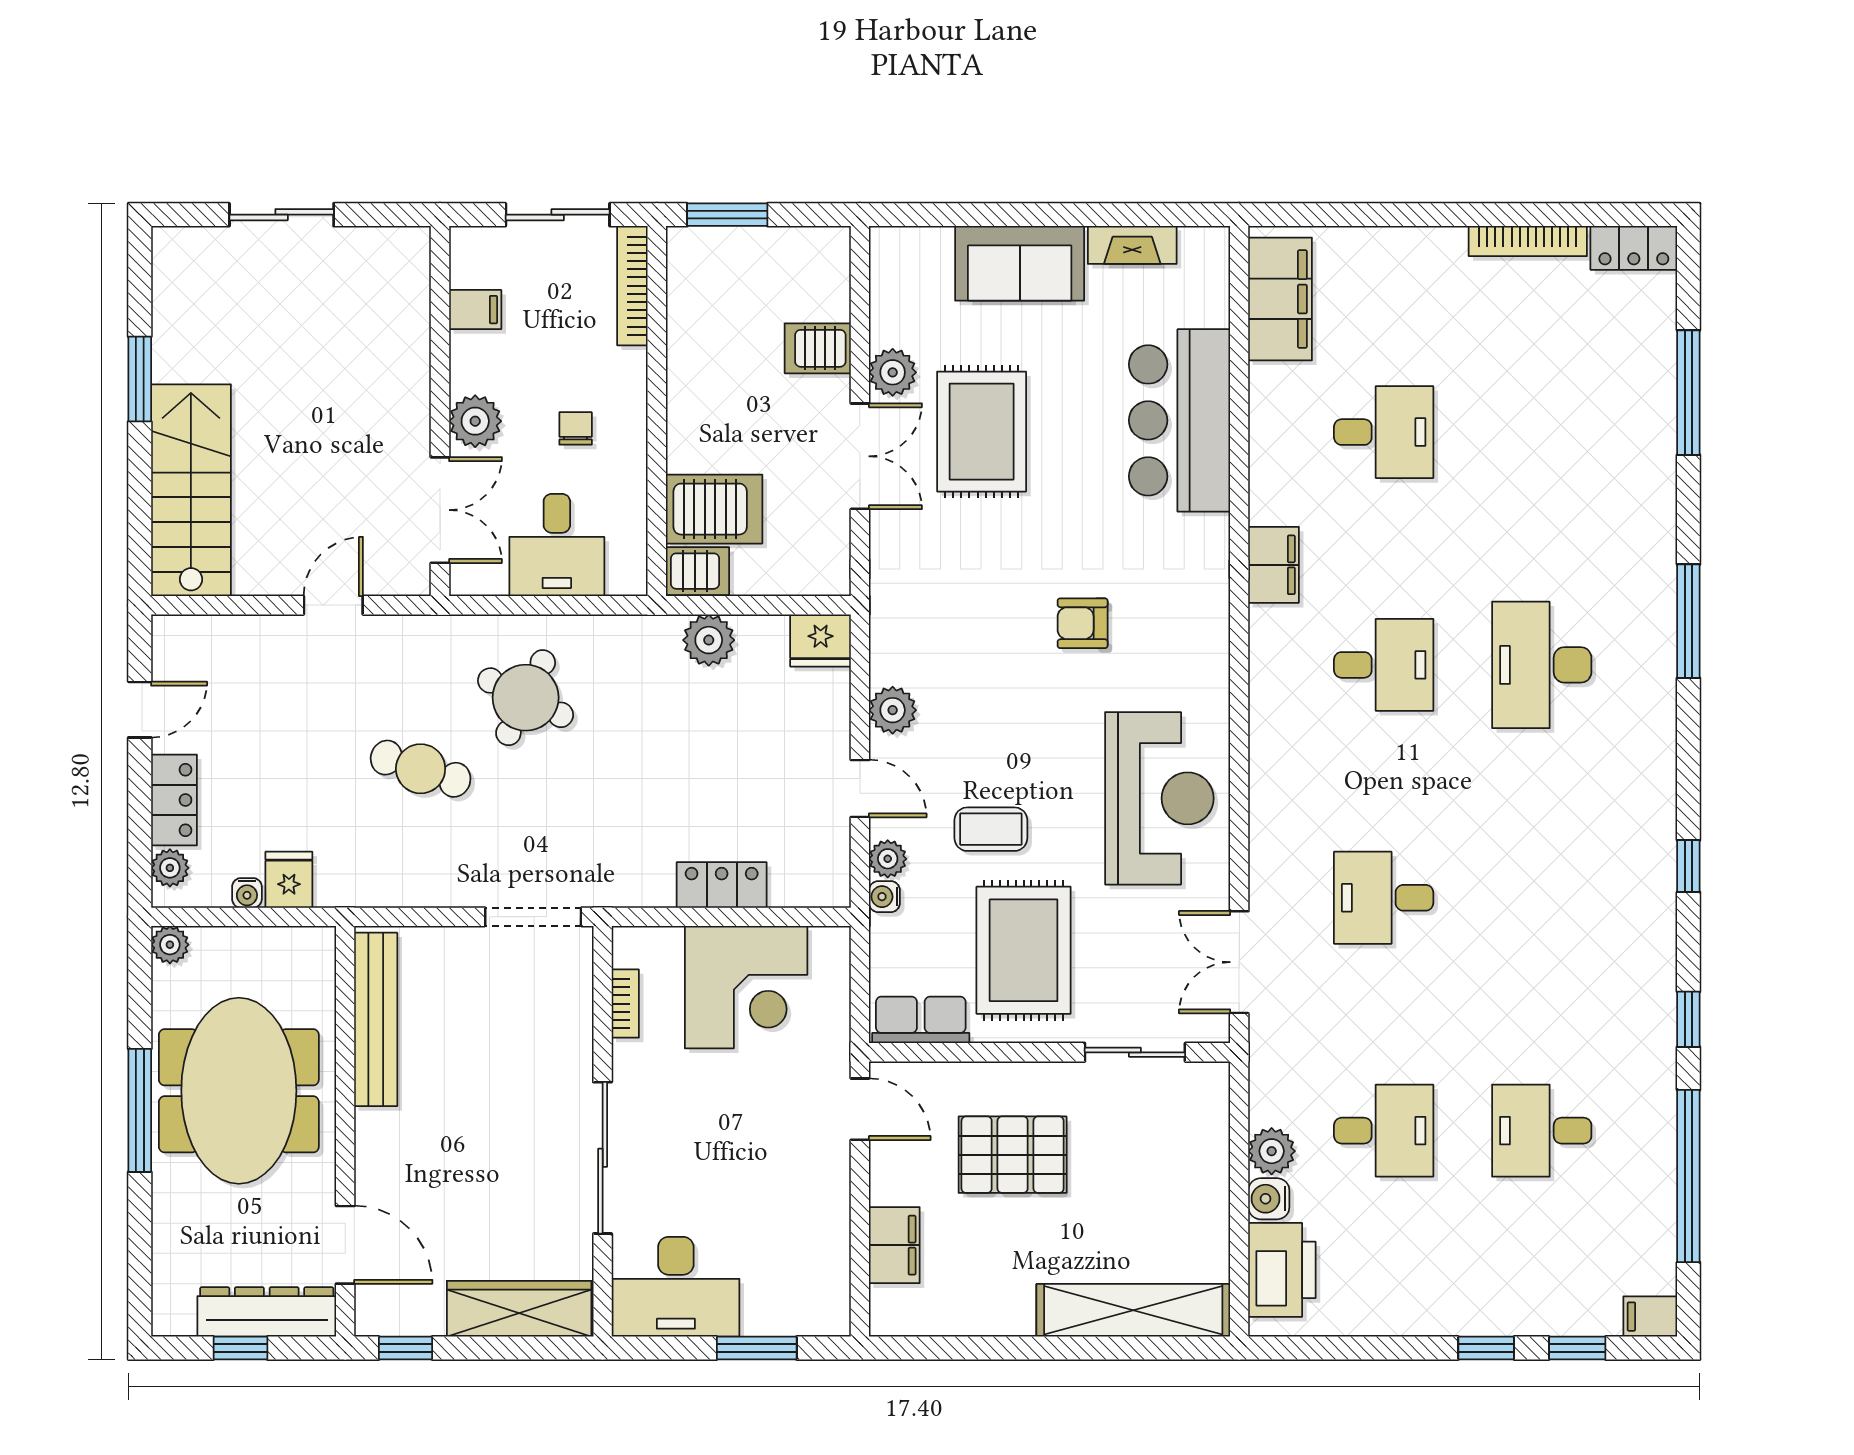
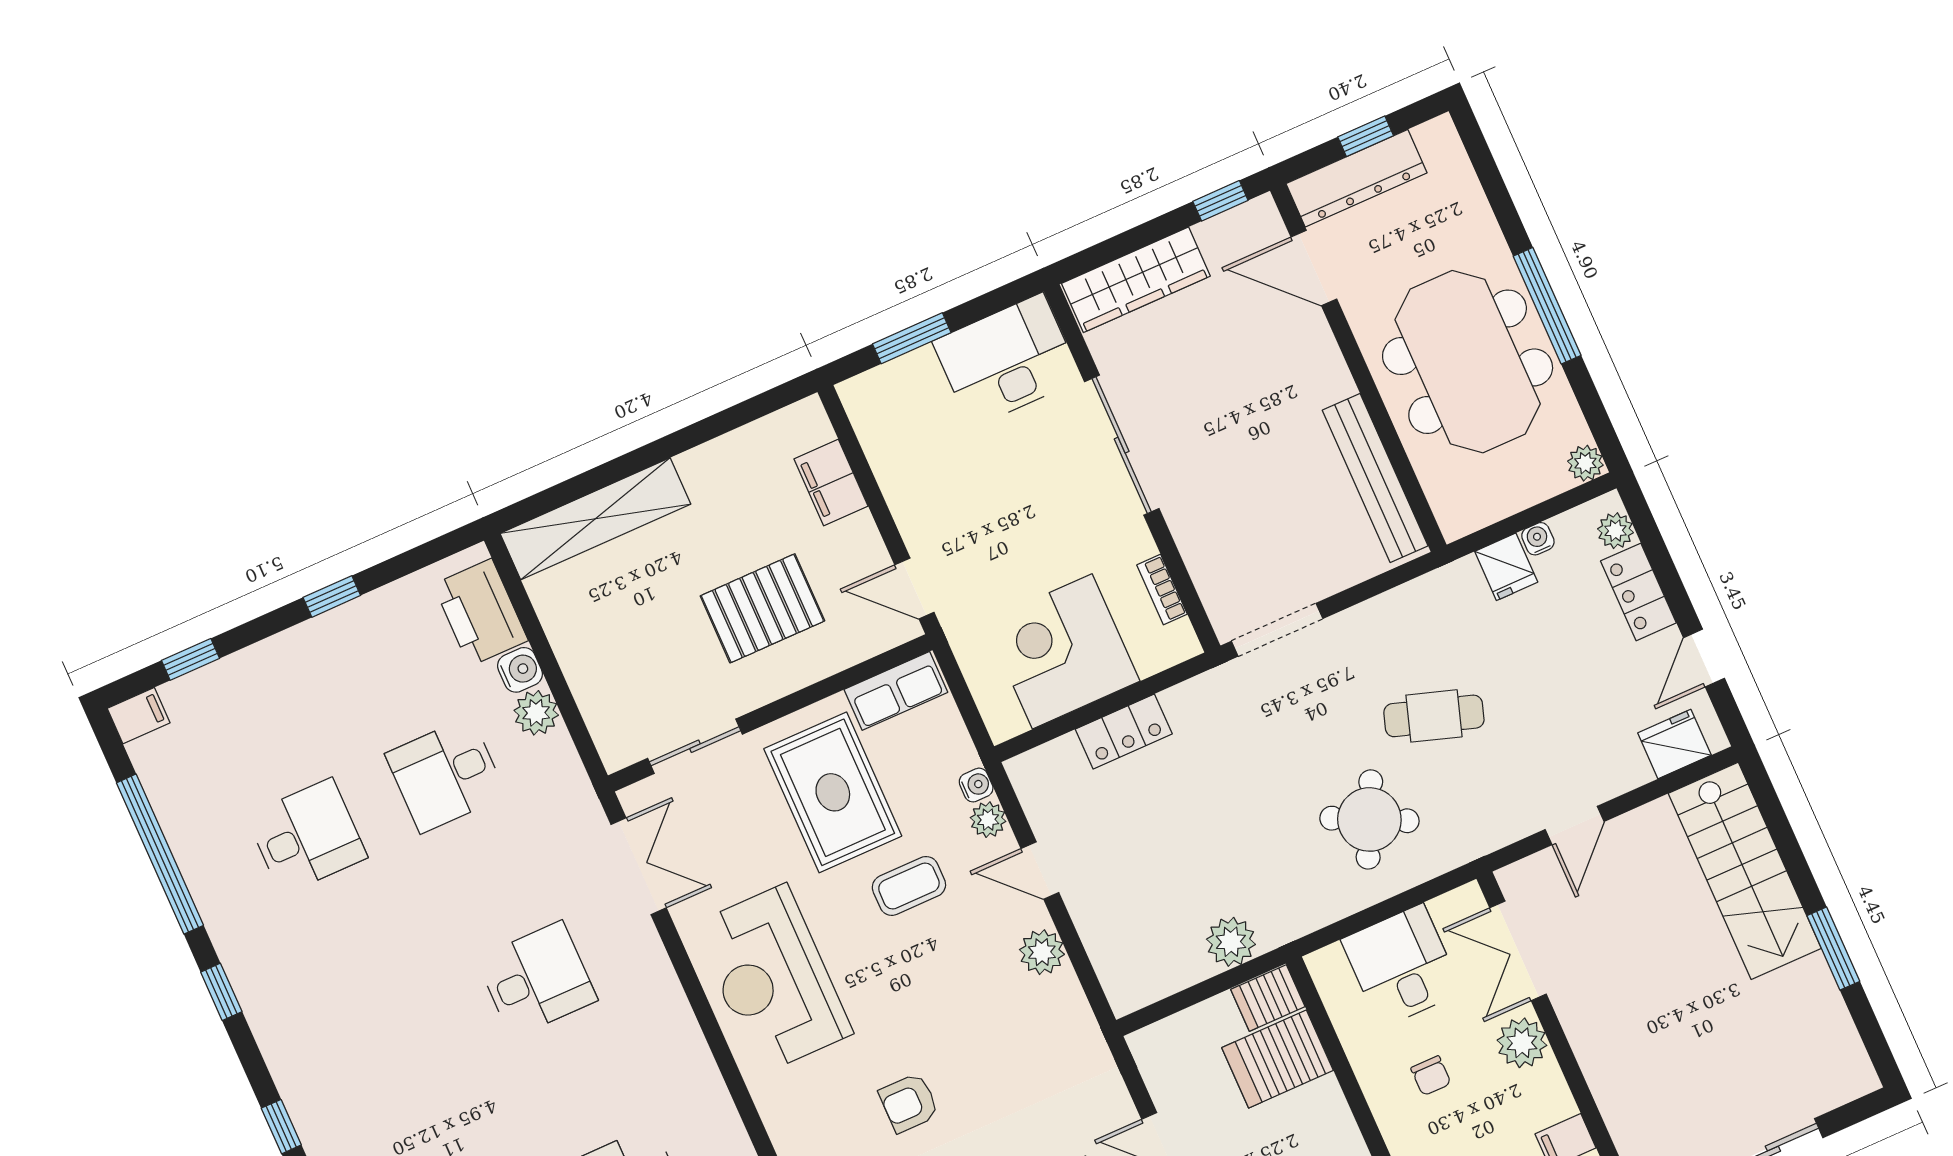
armchair: (1083, 623) -> (909, 1103), turned 180
fridge: (821, 640) -> (1674, 744), moved
window: (1486, 1348) -> (332, 596), moved

